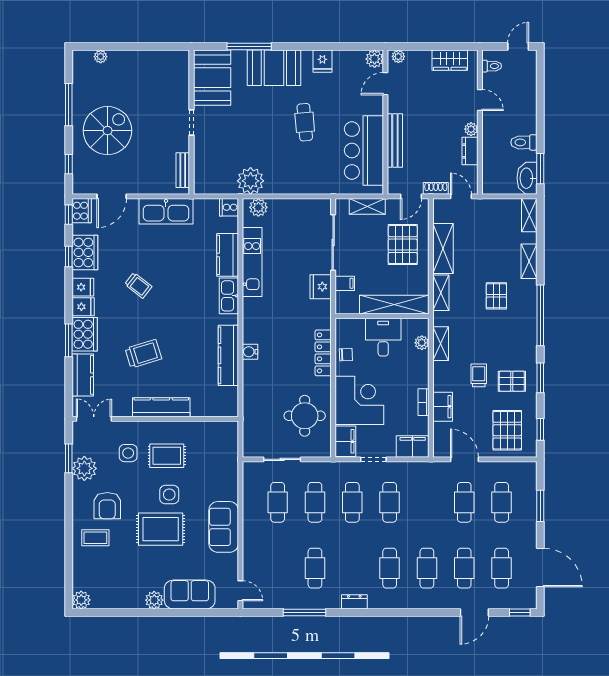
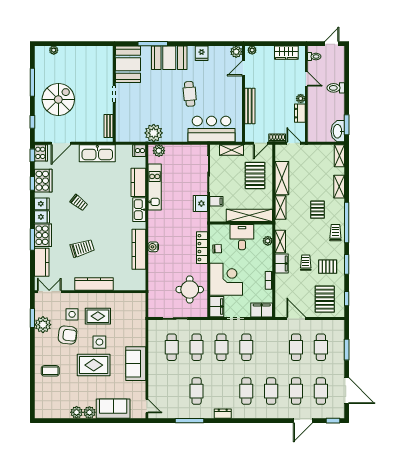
toilet: (524, 142) -> (336, 88), moved
bar counter: (364, 150) -> (212, 129), moved, turned 90
trolley: (523, 330) -> (335, 233), added
filing cabinet: (443, 407) -> (282, 263), moved
armchair: (107, 506) -> (68, 335), moved, turned -83
plant: (81, 600) -> (77, 412), moved

